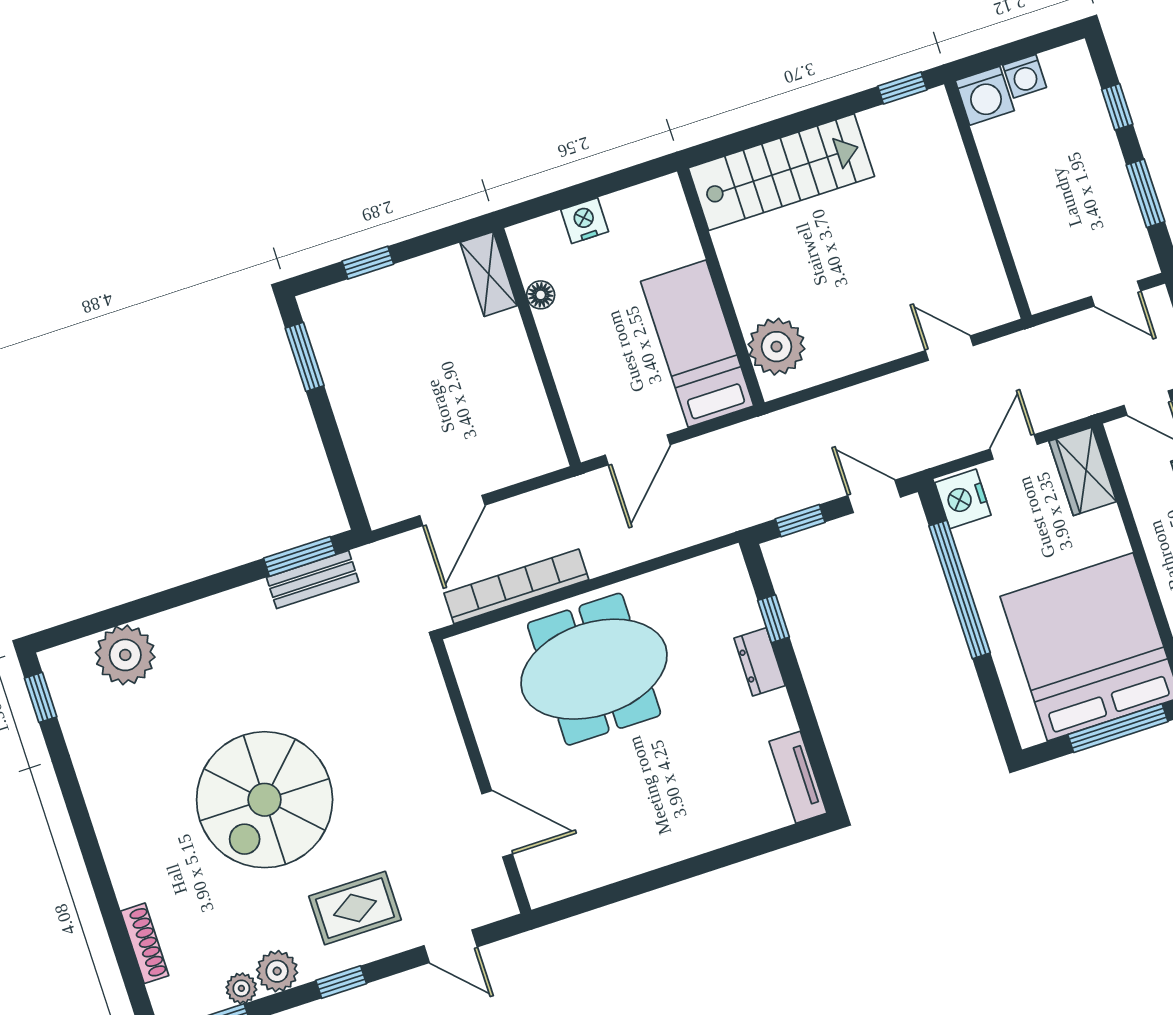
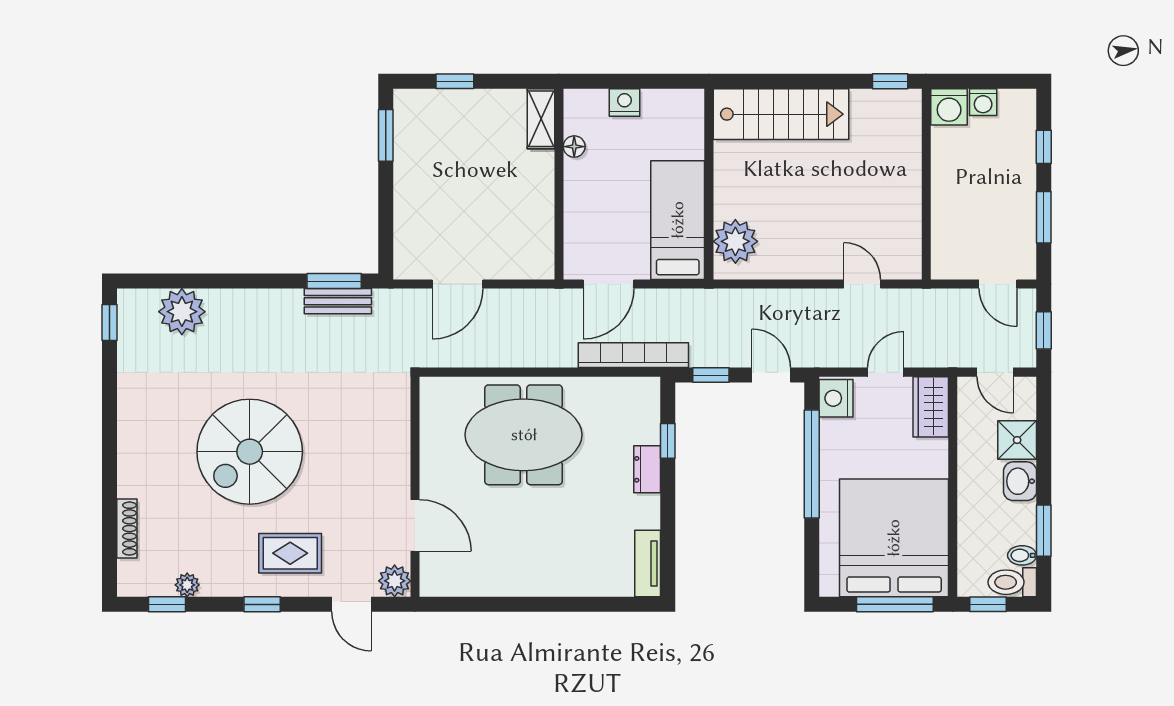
bookcase: (516, 586) -> (633, 355), moved
plant: (277, 971) -> (395, 581), moved

